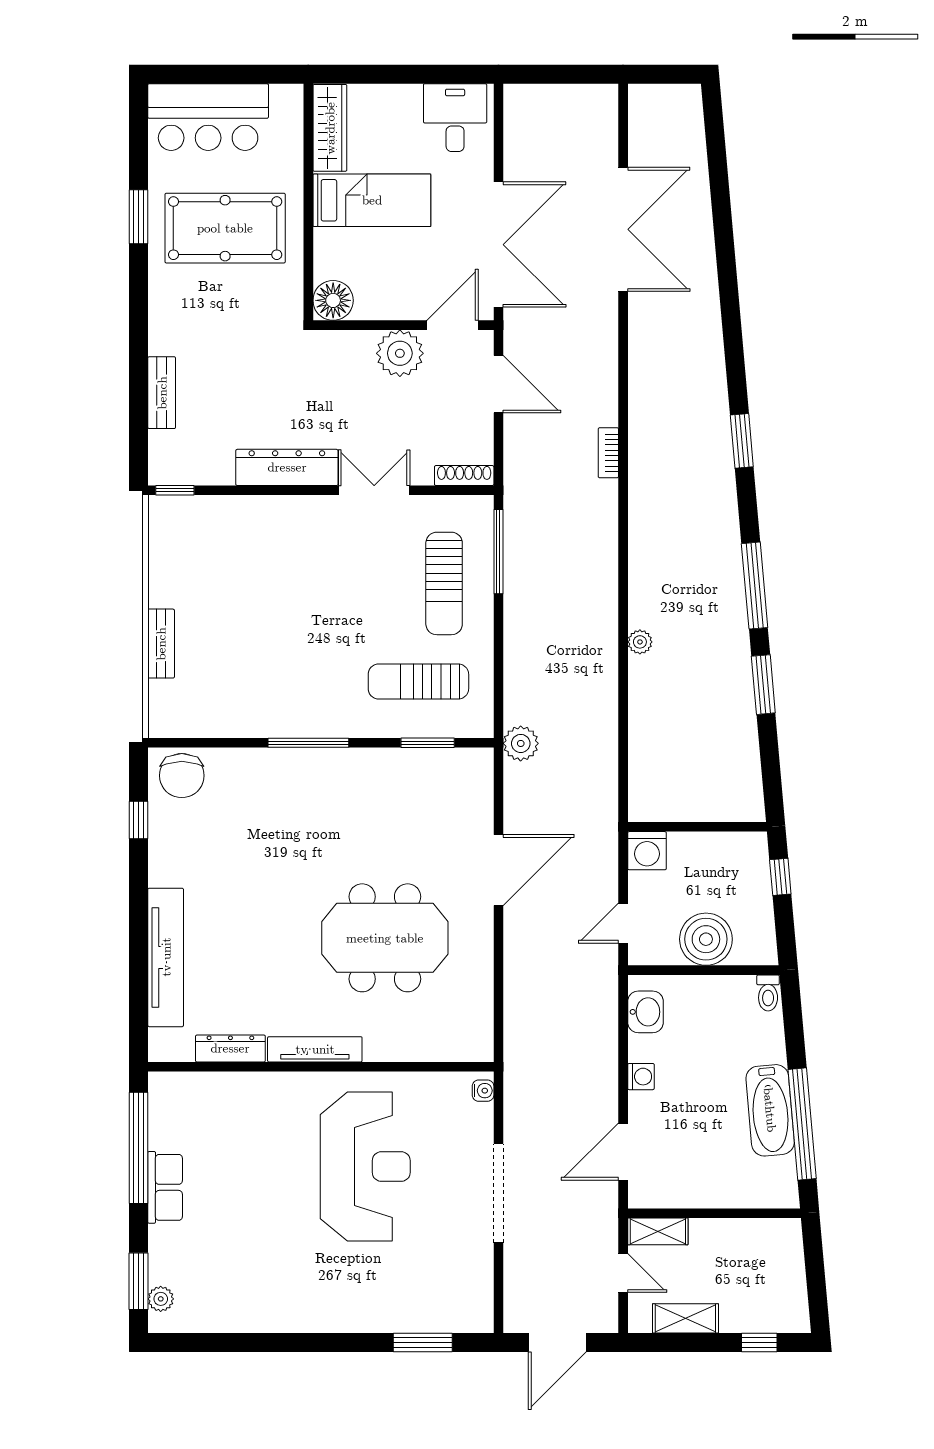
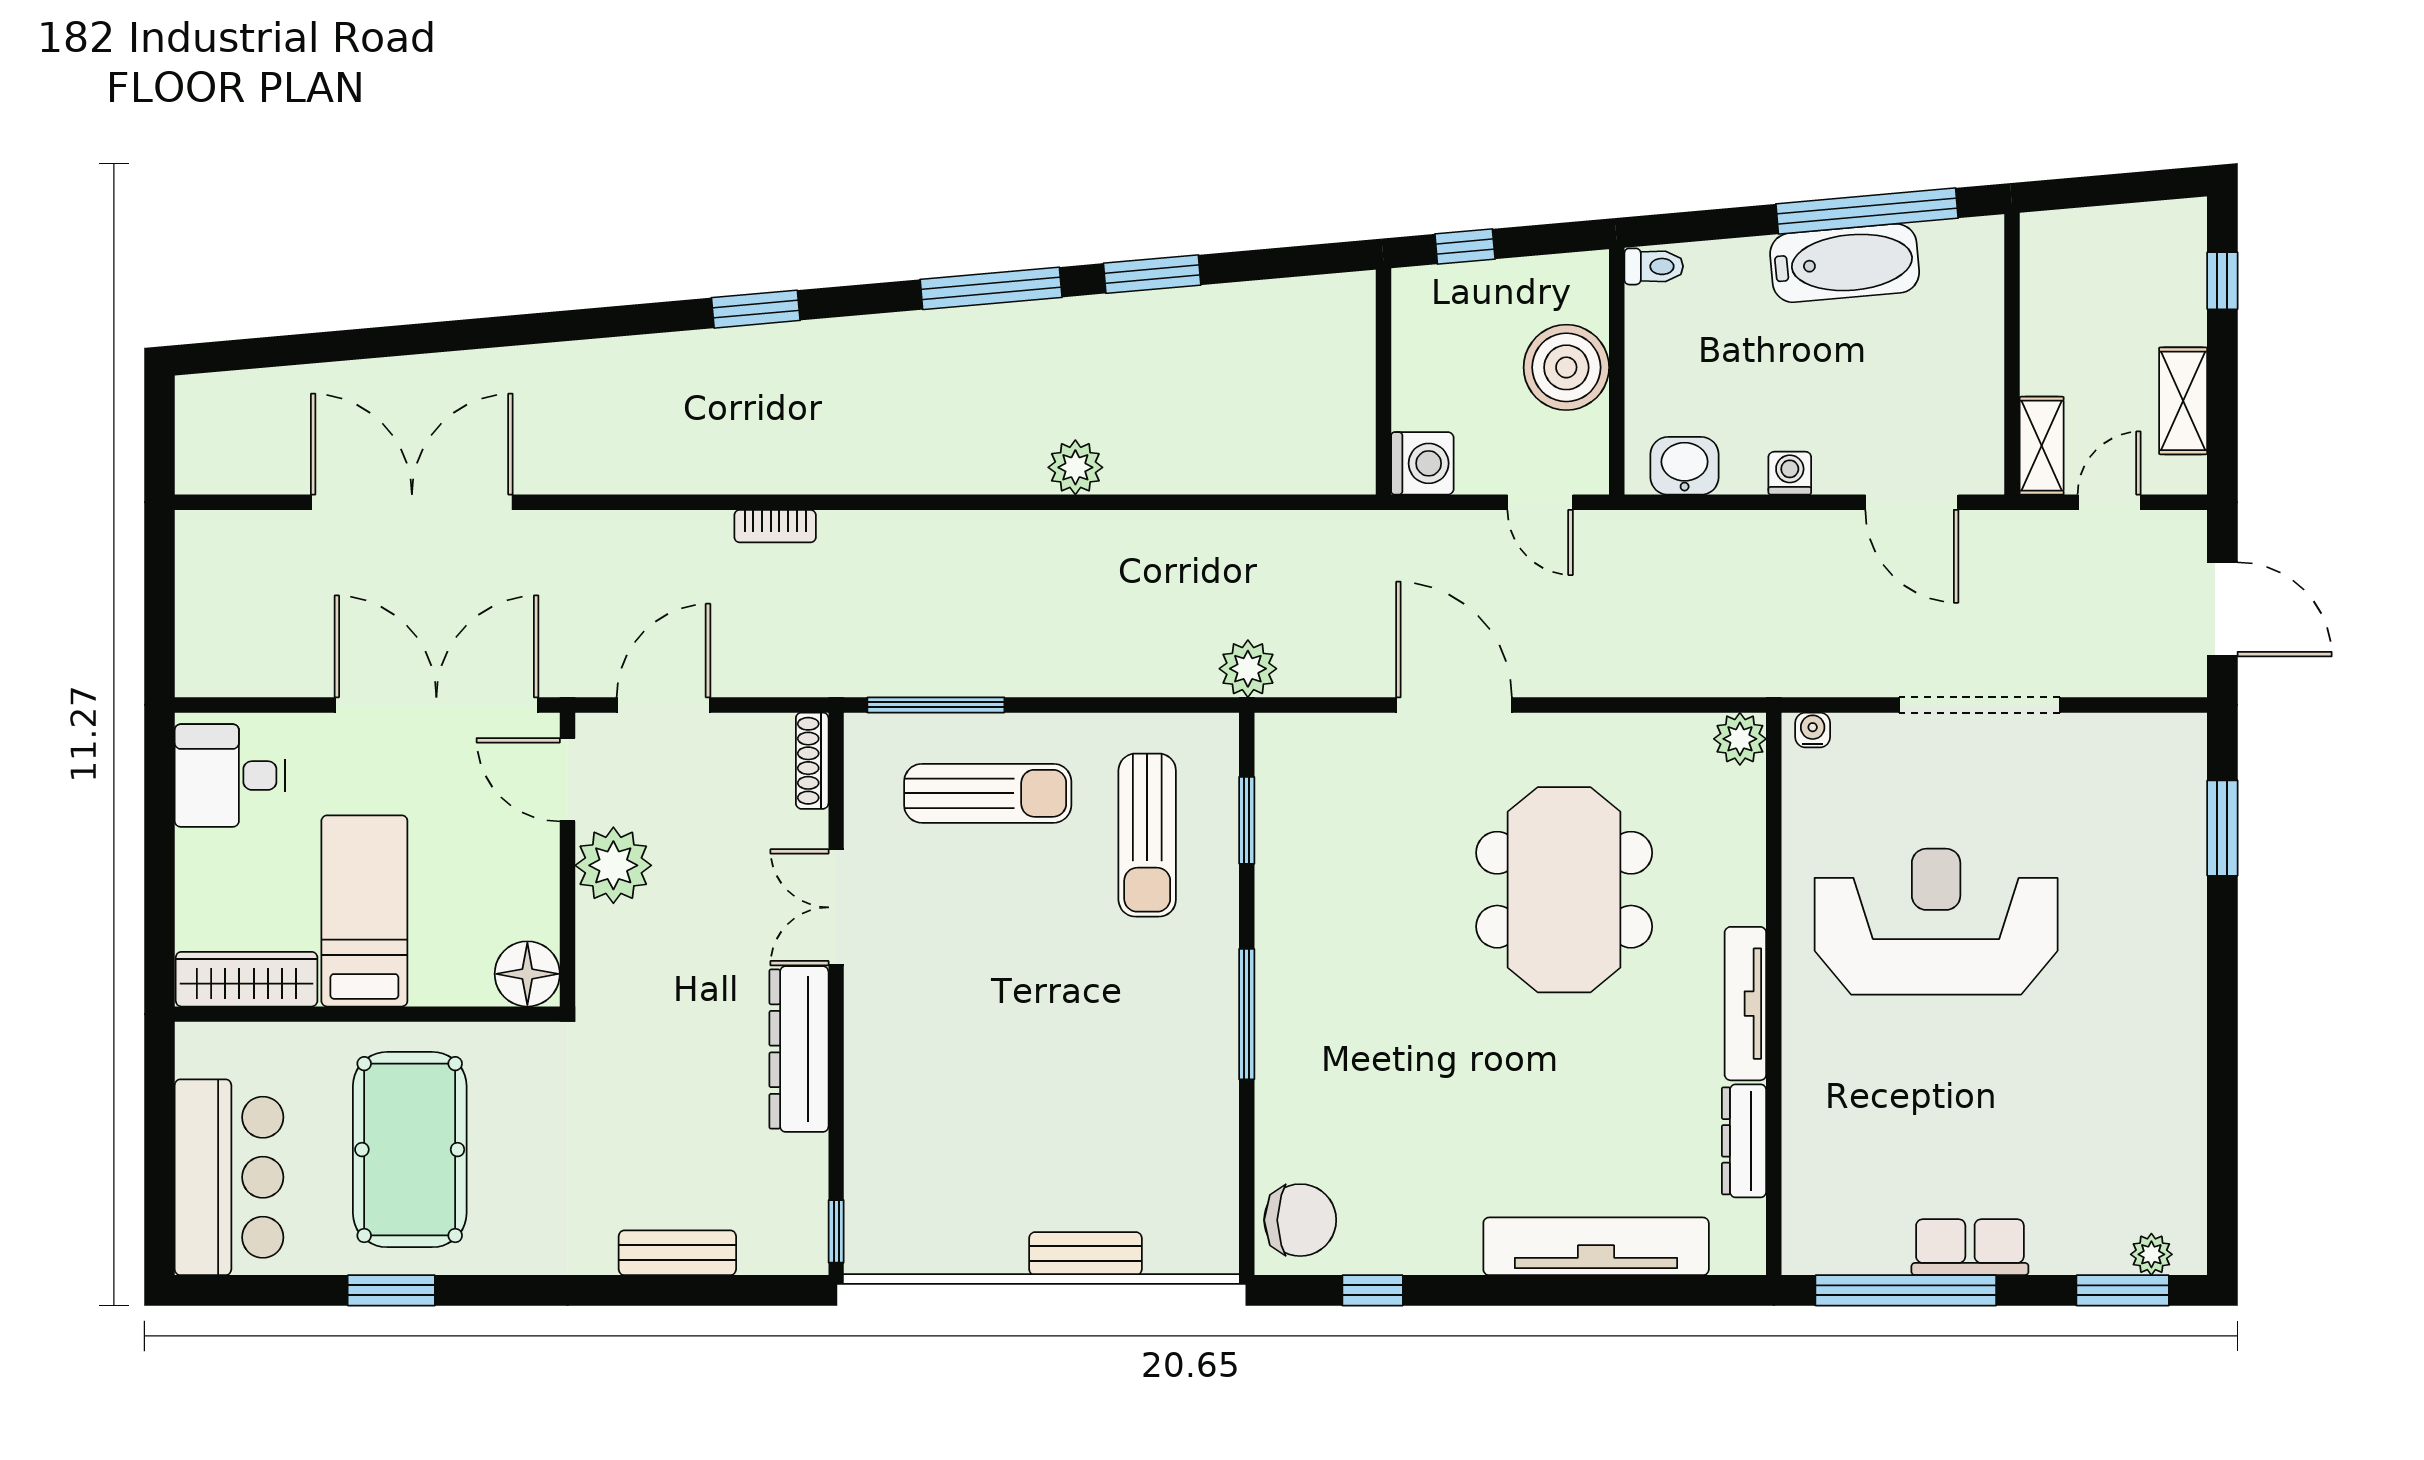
plant: (640, 642) -> (1075, 467), width x1.38, depth x1.38
plant: (478, 1046) -> (1740, 739), added

